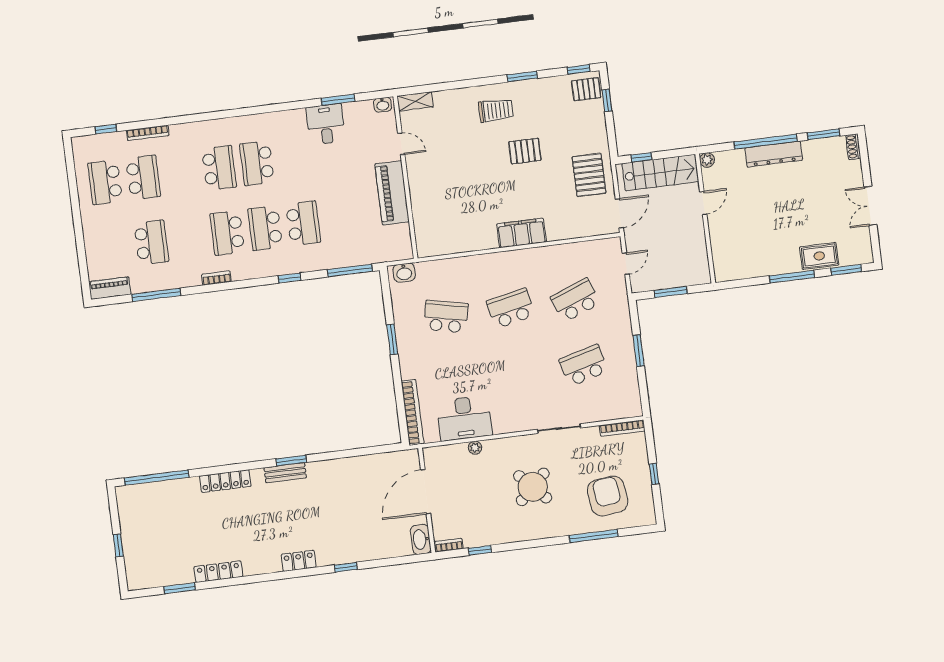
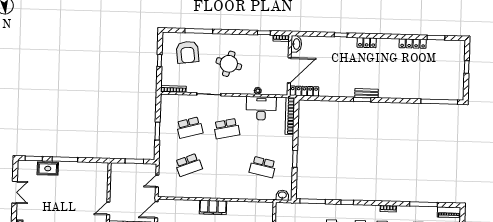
school desk: (511, 308) -> (227, 129), moved
locker: (225, 481) -> (304, 91), moved
round table: (533, 487) -> (229, 64), turned -31

